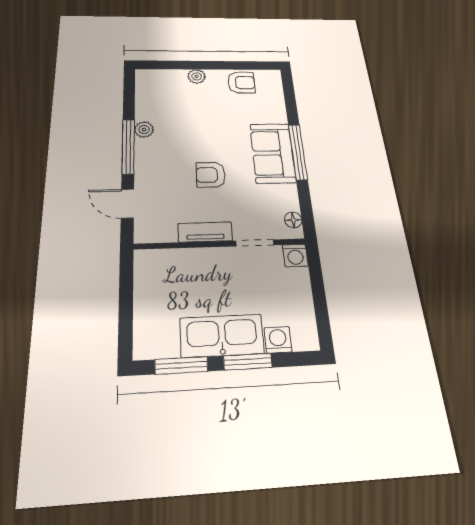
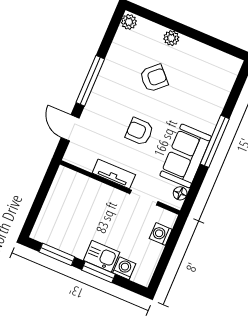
armchair: (241, 83) -> (154, 78), moved, turned -43
plant: (144, 130) -> (129, 22), moved
sofa: (273, 153) -> (186, 156), moved
washing machine: (295, 255) -> (161, 234), moved, turned 90
kitchen sink: (222, 336) -> (102, 256), width x0.53, depth x0.81

